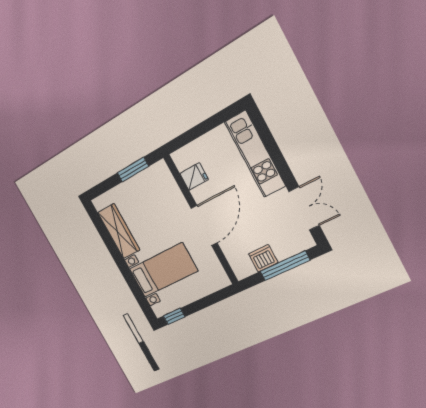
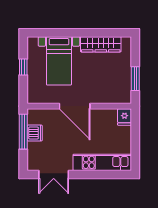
fridge: (194, 176) -> (125, 117), moved
window: (285, 266) -> (23, 132), moved
window: (174, 316) -> (23, 67), moved

